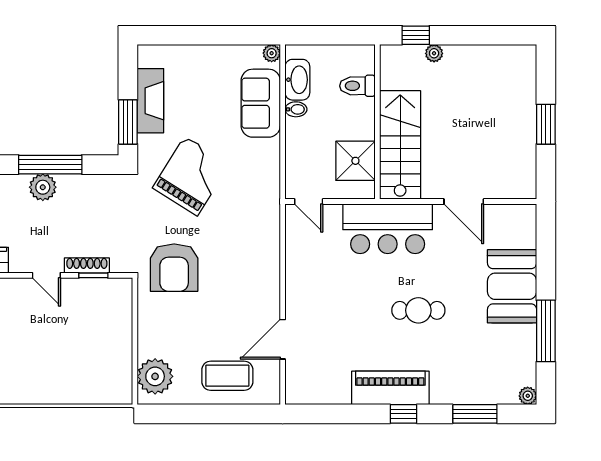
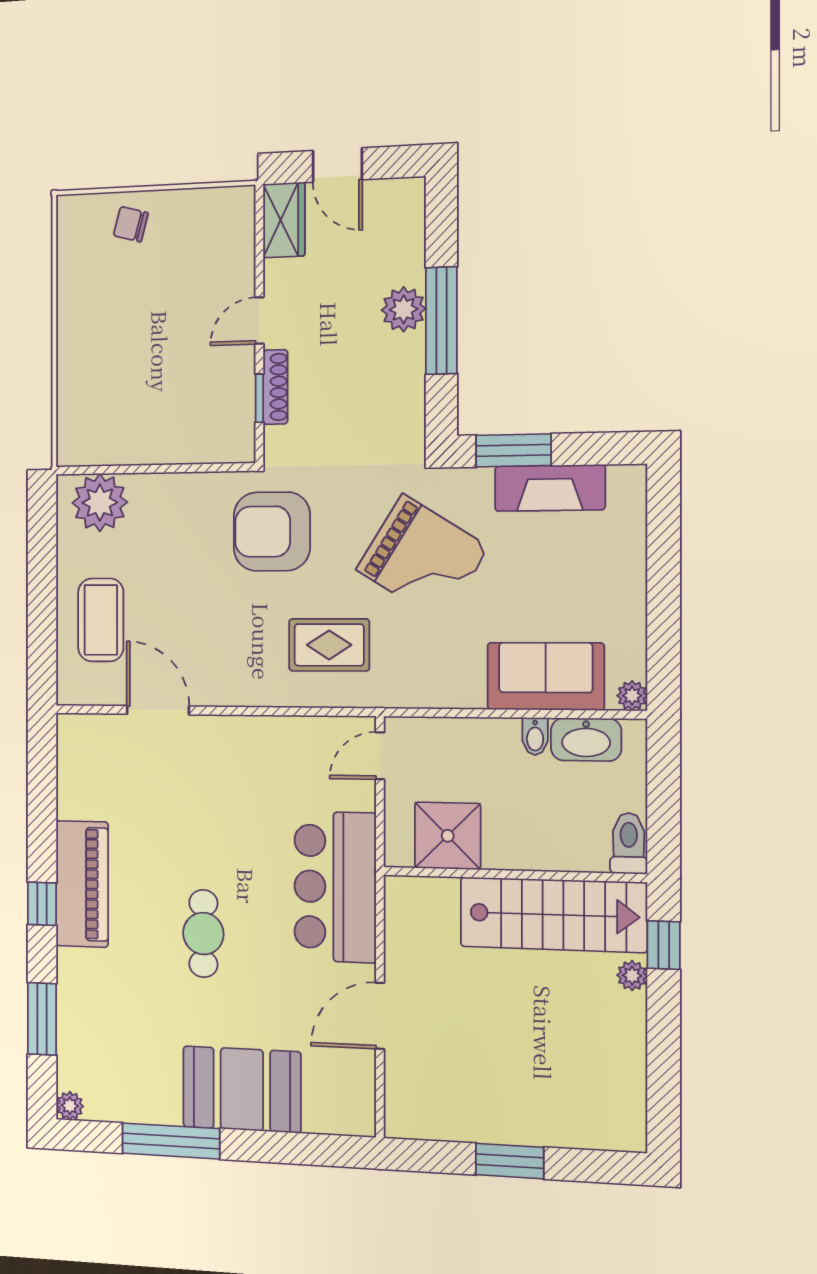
toilet: (357, 86) -> (629, 843), moved
stairs: (400, 145) -> (553, 915), moved
rug: (243, 232) -> (329, 645), added

